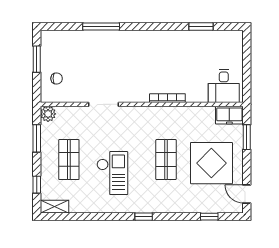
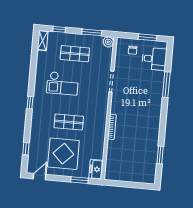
desk: (224, 86) -> (154, 59), moved, turned 180

